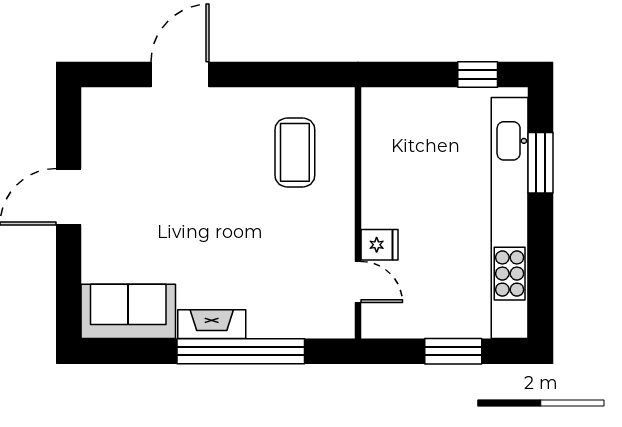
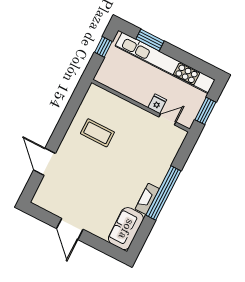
wall: (358, 213) -> (141, 106), moved
fridge: (380, 245) -> (157, 104), moved
door: (358, 282) -> (167, 119), moved

